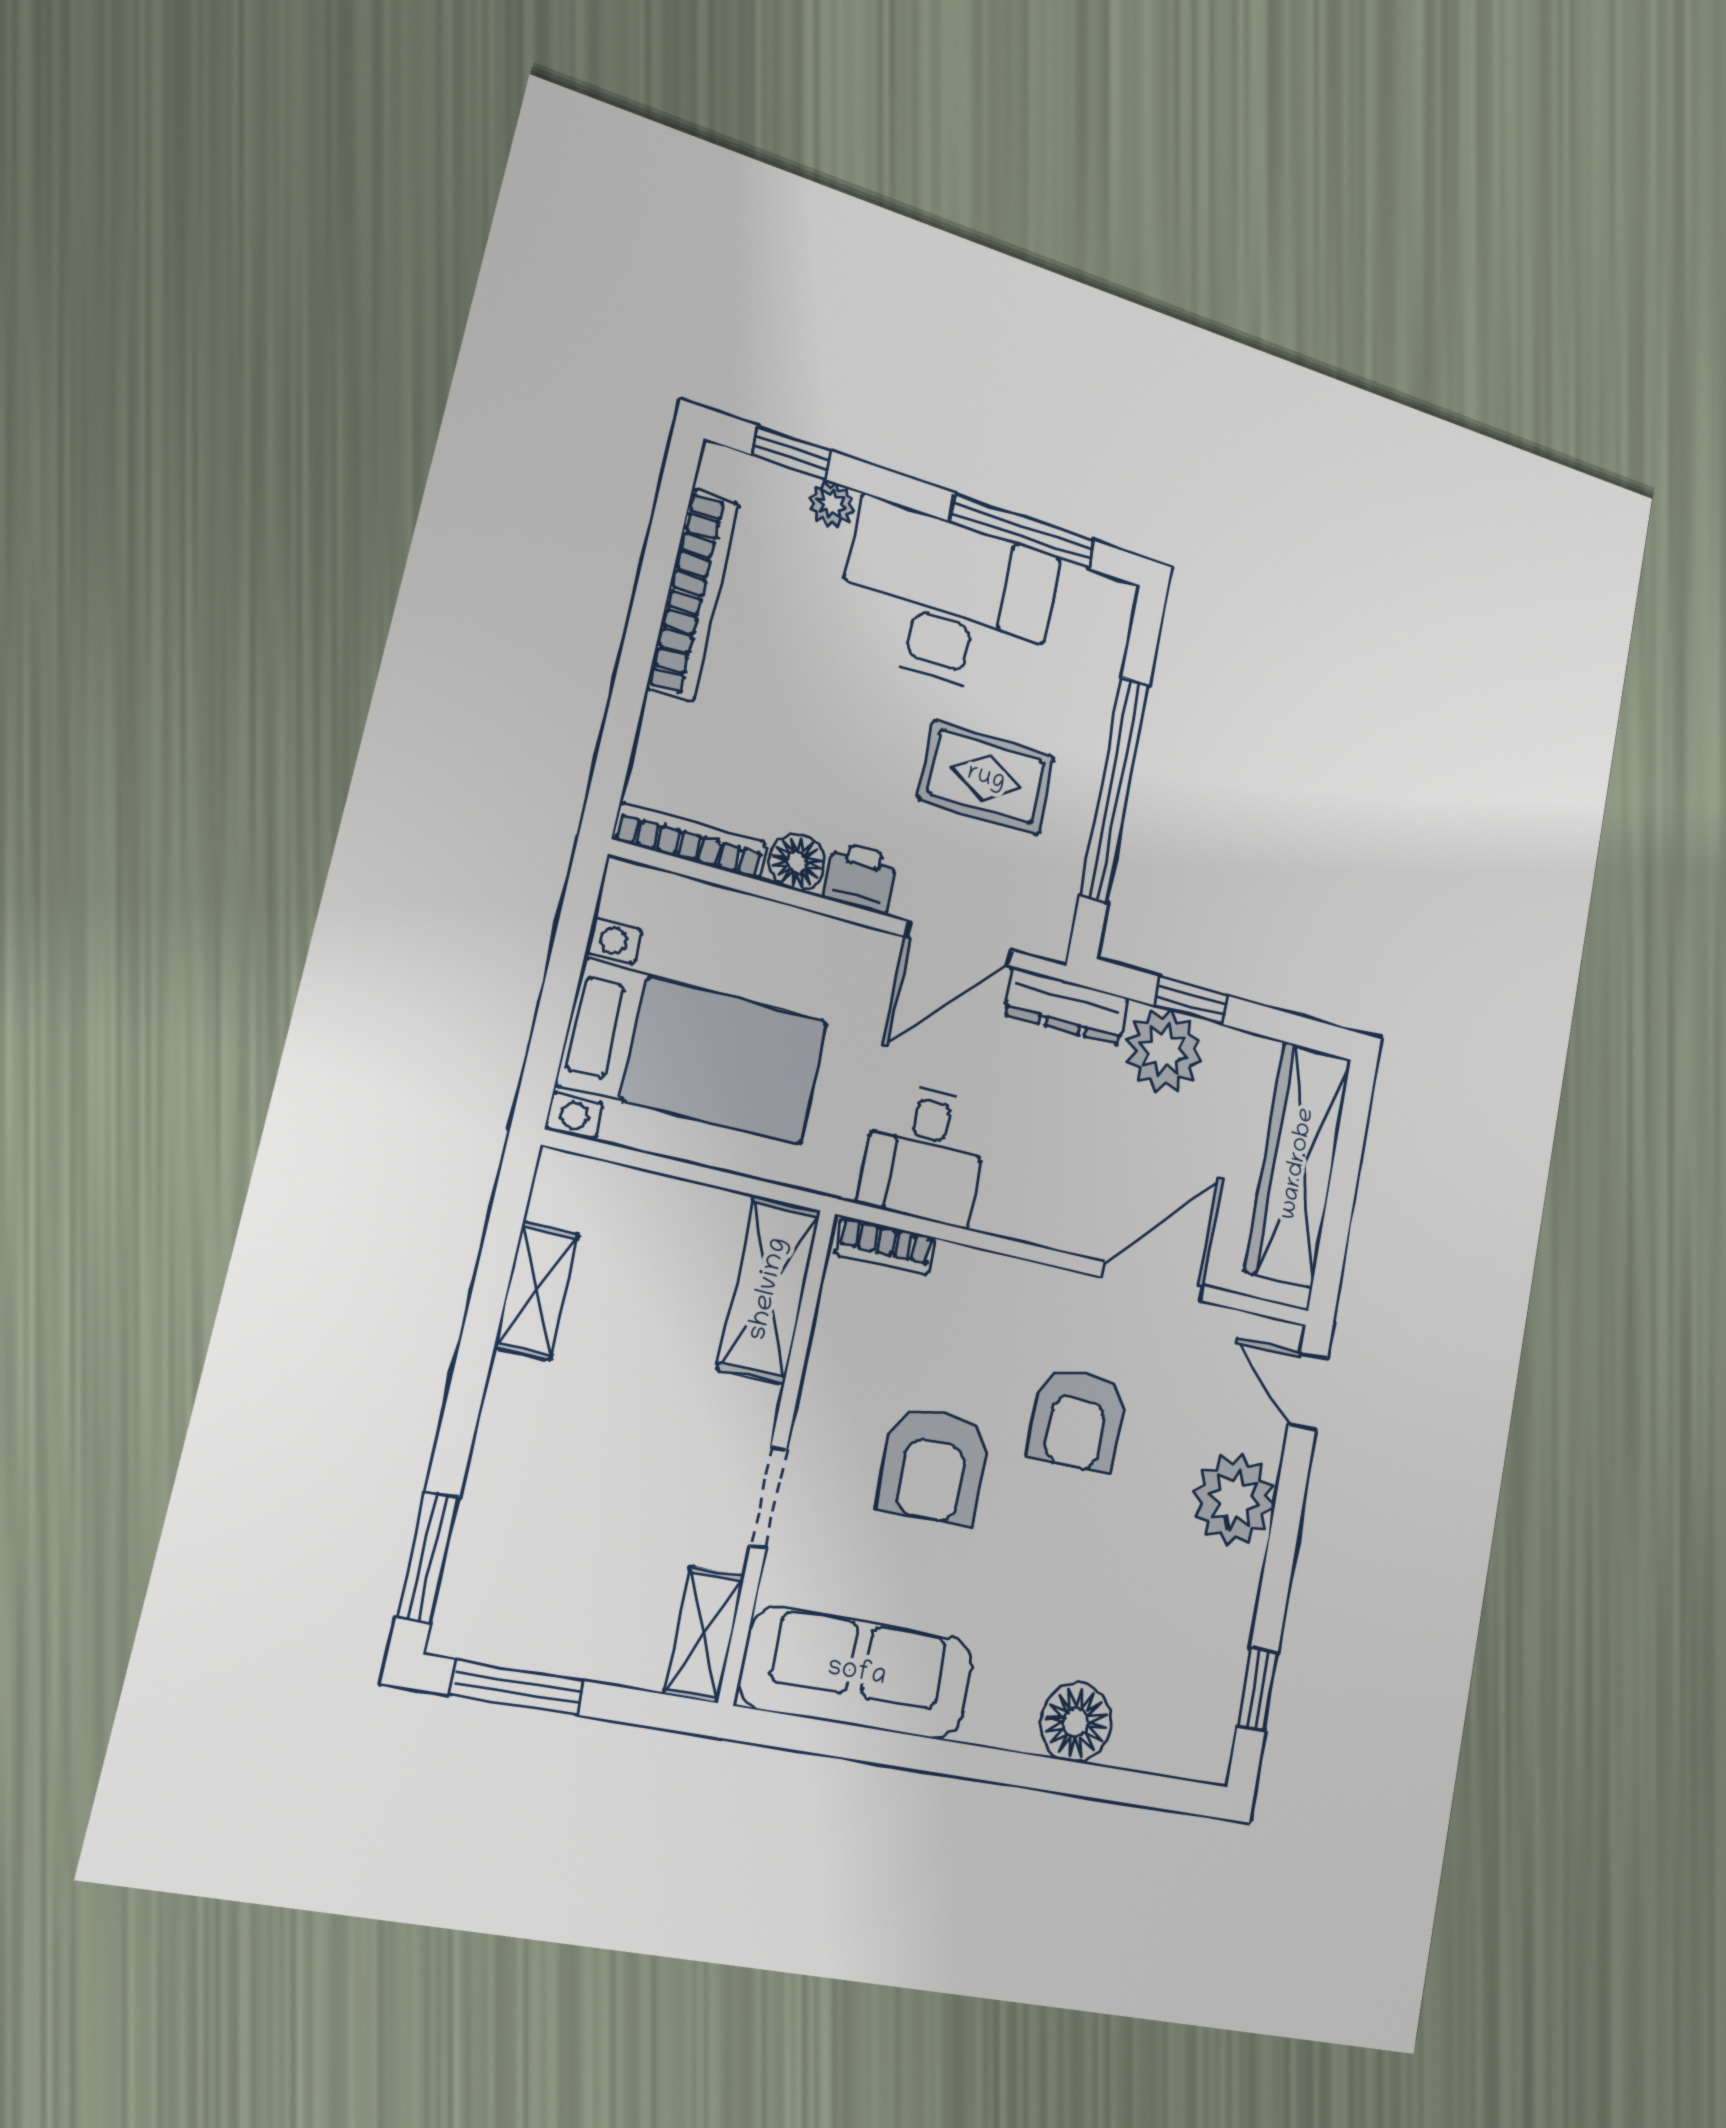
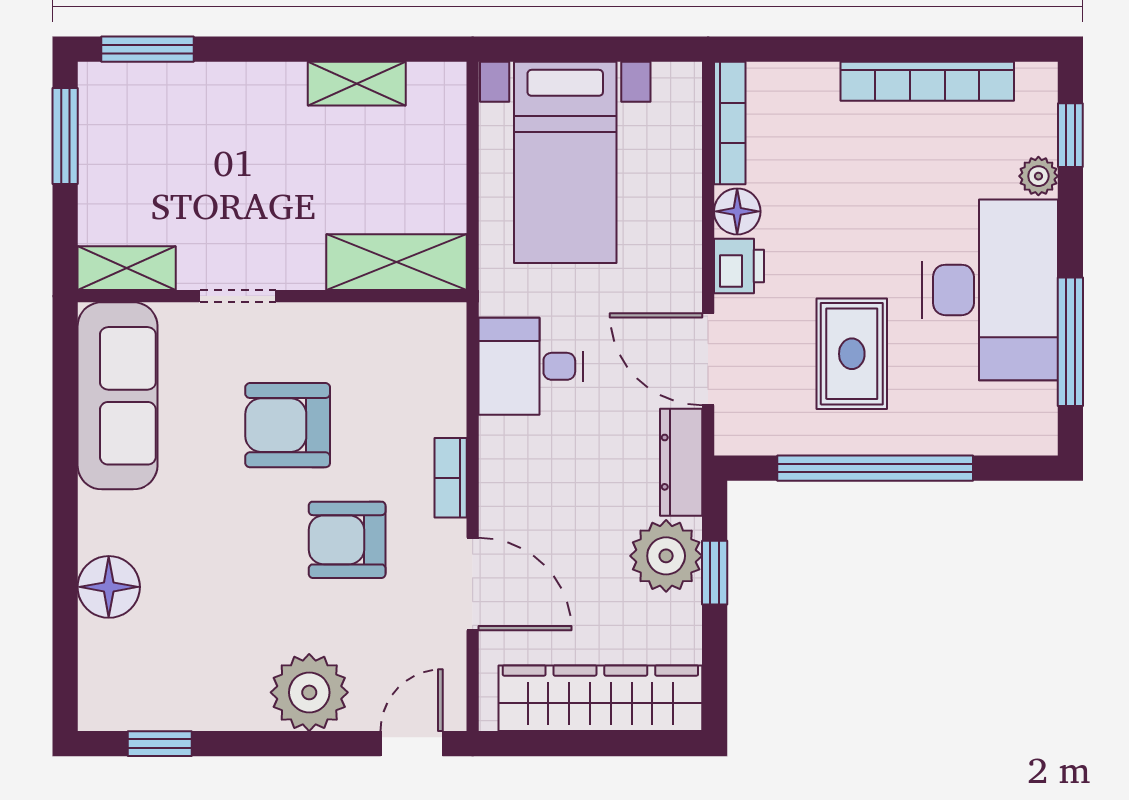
bookcase: (885, 1246) -> (451, 478), moved

